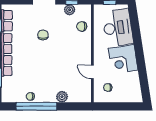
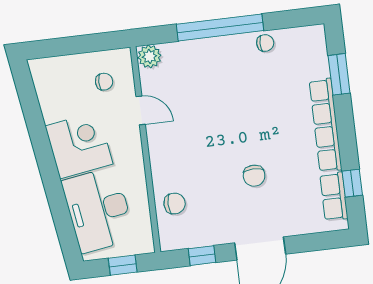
plant: (70, 10) -> (204, 236), removed
plant: (62, 97) -> (149, 56), moved
window: (36, 106) -> (220, 27), moved

